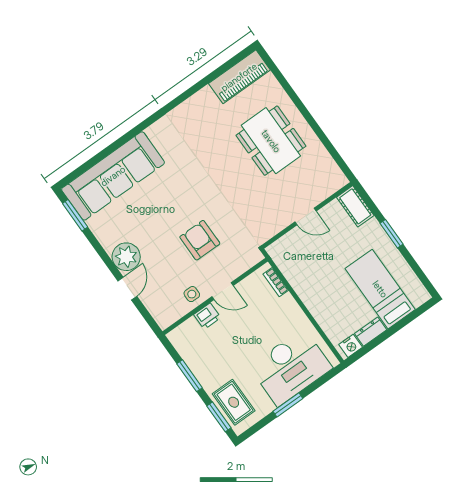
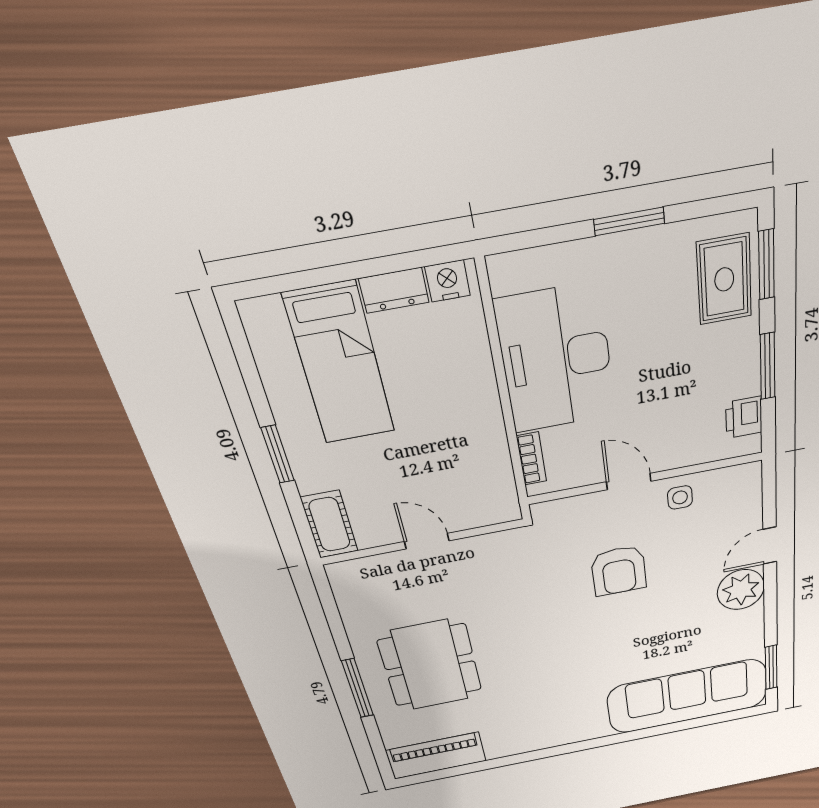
window: (303, 110) -> (358, 688), added
printer: (207, 316) -> (744, 417), moved, turned -90
desk: (291, 367) -> (556, 359), moved, turned -90

